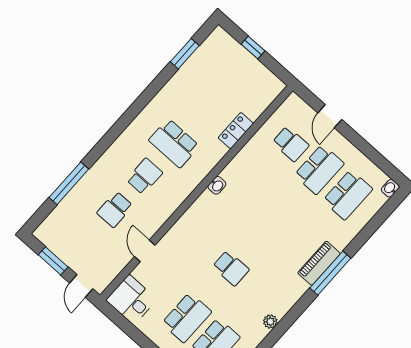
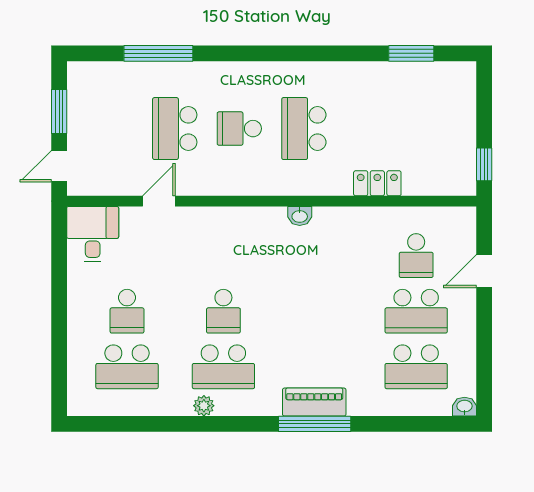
window: (253, 48) -> (484, 164), moved
school desk: (144, 176) -> (239, 129), turned 180
school desk: (115, 209) -> (175, 129), width x1.85
school desk: (259, 294) -> (223, 367), added
school desk: (187, 318) -> (127, 311), width x0.54

